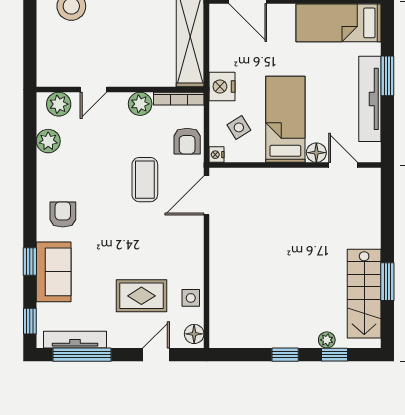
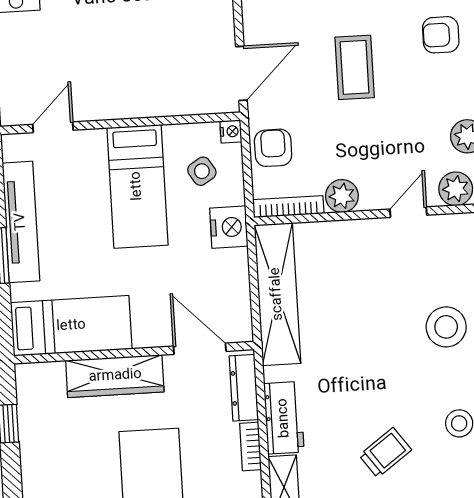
floor lamp: (316, 153) -> (91, 142), removed
door: (343, 165) -> (53, 127), swing flipped
coffee table: (145, 180) -> (355, 67), moved
armchair: (63, 215) -> (441, 35), turned 90

